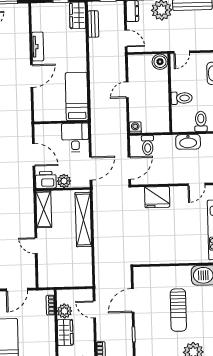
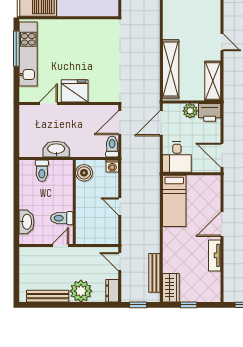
bench: (93, 24) -> (154, 273), width x1.36
boiler: (160, 62) -> (84, 173), moved
door: (127, 90) -> (120, 207), swing flipped
toilet: (182, 98) -> (62, 218), moved
toilet: (148, 145) -> (112, 147), moved
door: (34, 155) -> (222, 155), moved
fridge: (157, 197) -> (75, 91), moved

